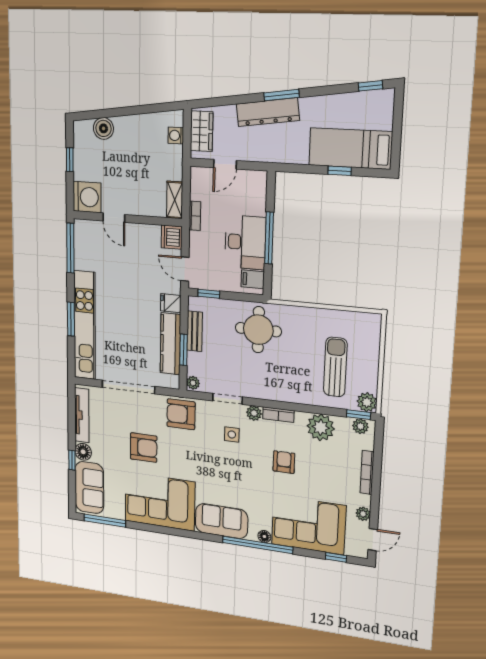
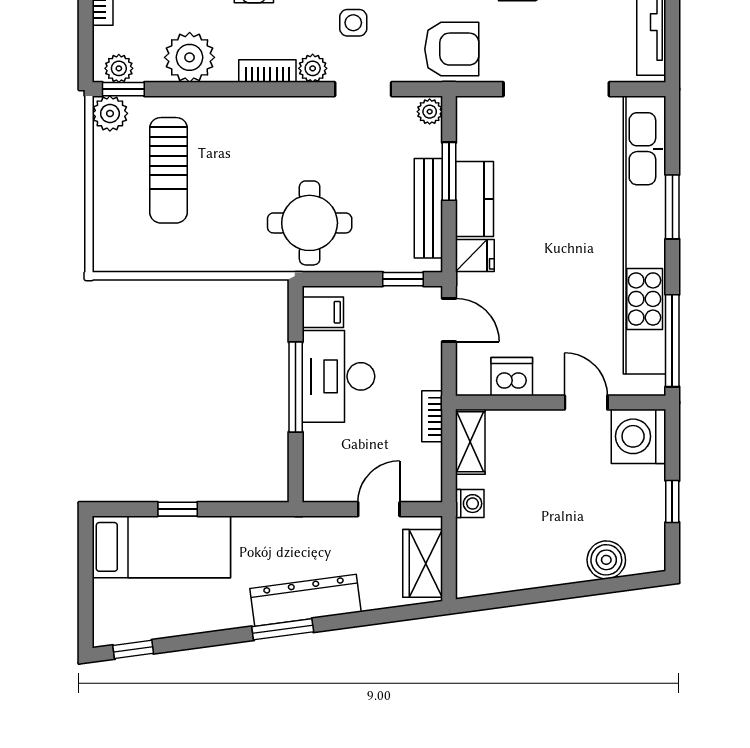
washing machine: (176, 135) -> (470, 504), moved
dishwasher: (172, 237) -> (512, 377), moved, turned -90
kitchen unit: (85, 325) -> (645, 235), width x1.36
bench: (195, 331) -> (428, 208), width x1.36
kitchen counter: (170, 344) -> (474, 199), width x0.67

